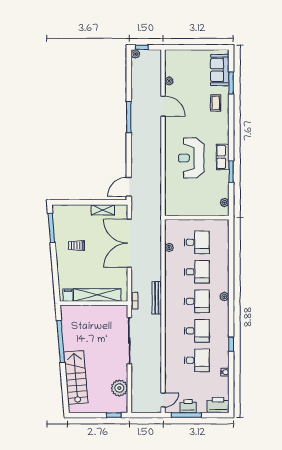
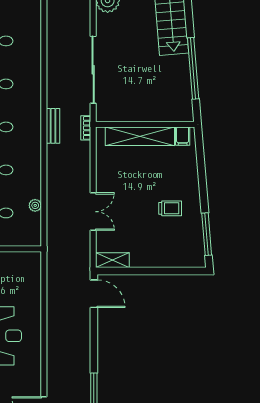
door: (129, 187) -> (94, 294), hinge flipped
shelving: (103, 210) -> (112, 260), moved
double door: (129, 243) -> (93, 212), width x0.54
bench: (157, 298) -> (53, 126), width x0.73

